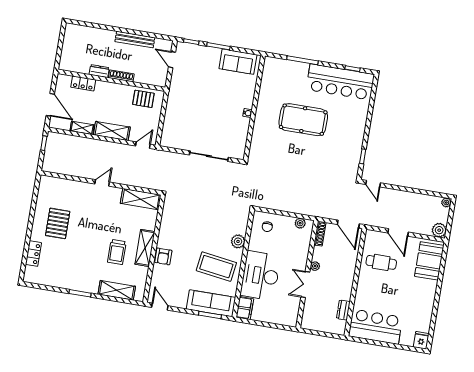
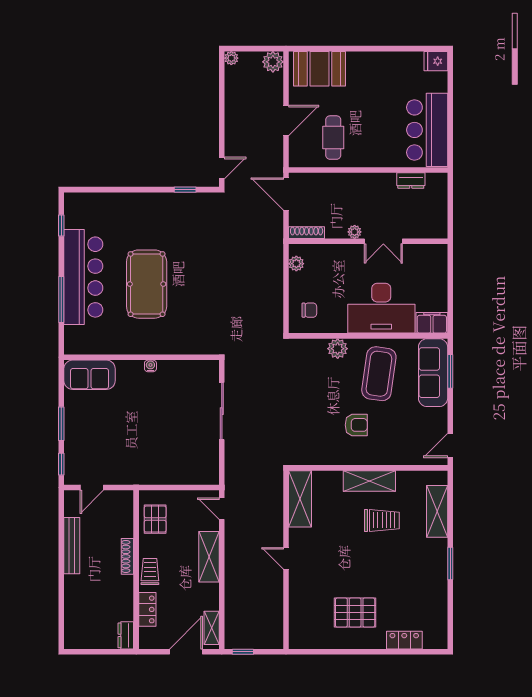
sofa: (238, 62) -> (90, 375), moved, turned 90
dresser: (99, 71) -> (126, 635), moved
bar counter: (340, 82) -> (83, 277), moved
trolley: (109, 89) -> (150, 571), added
shelving: (82, 128) -> (212, 628), moved
door: (348, 224) -> (286, 194), swing flipped
armchair: (163, 256) -> (356, 425), moved

